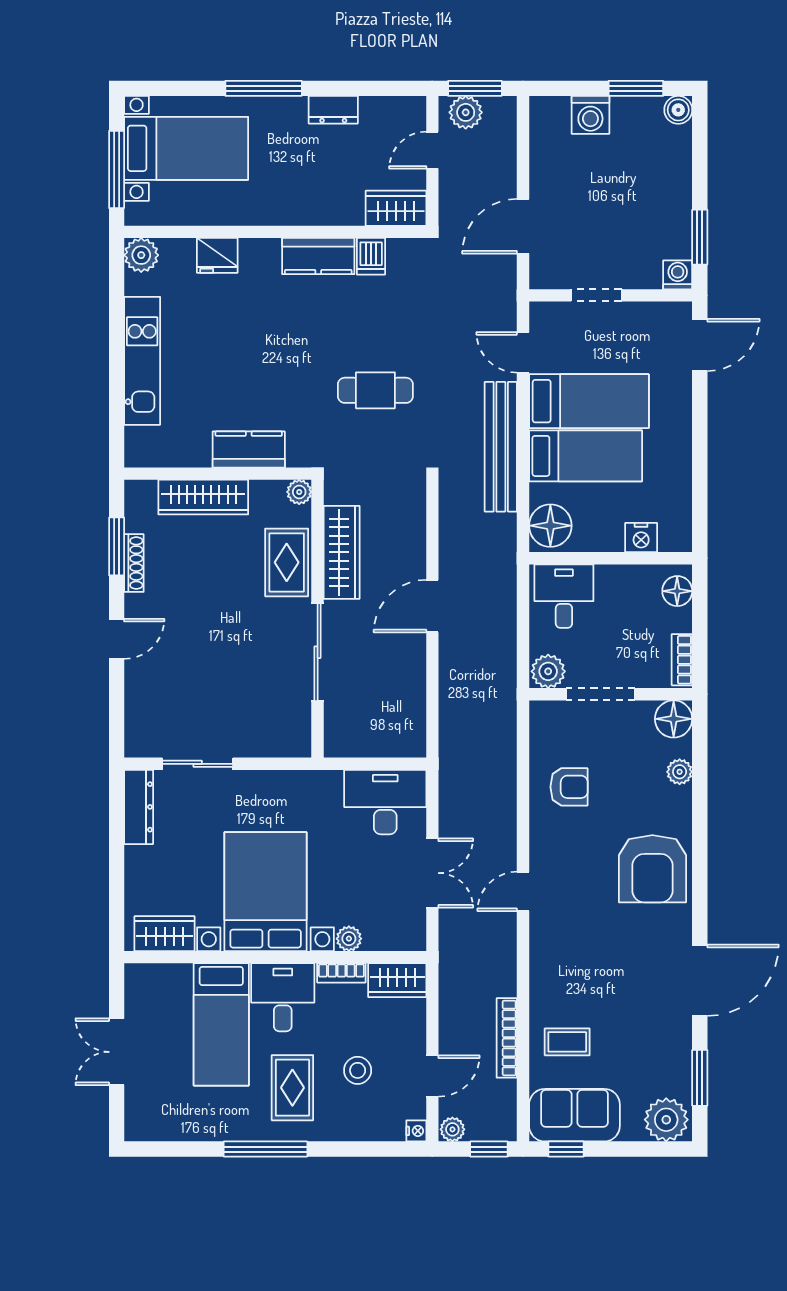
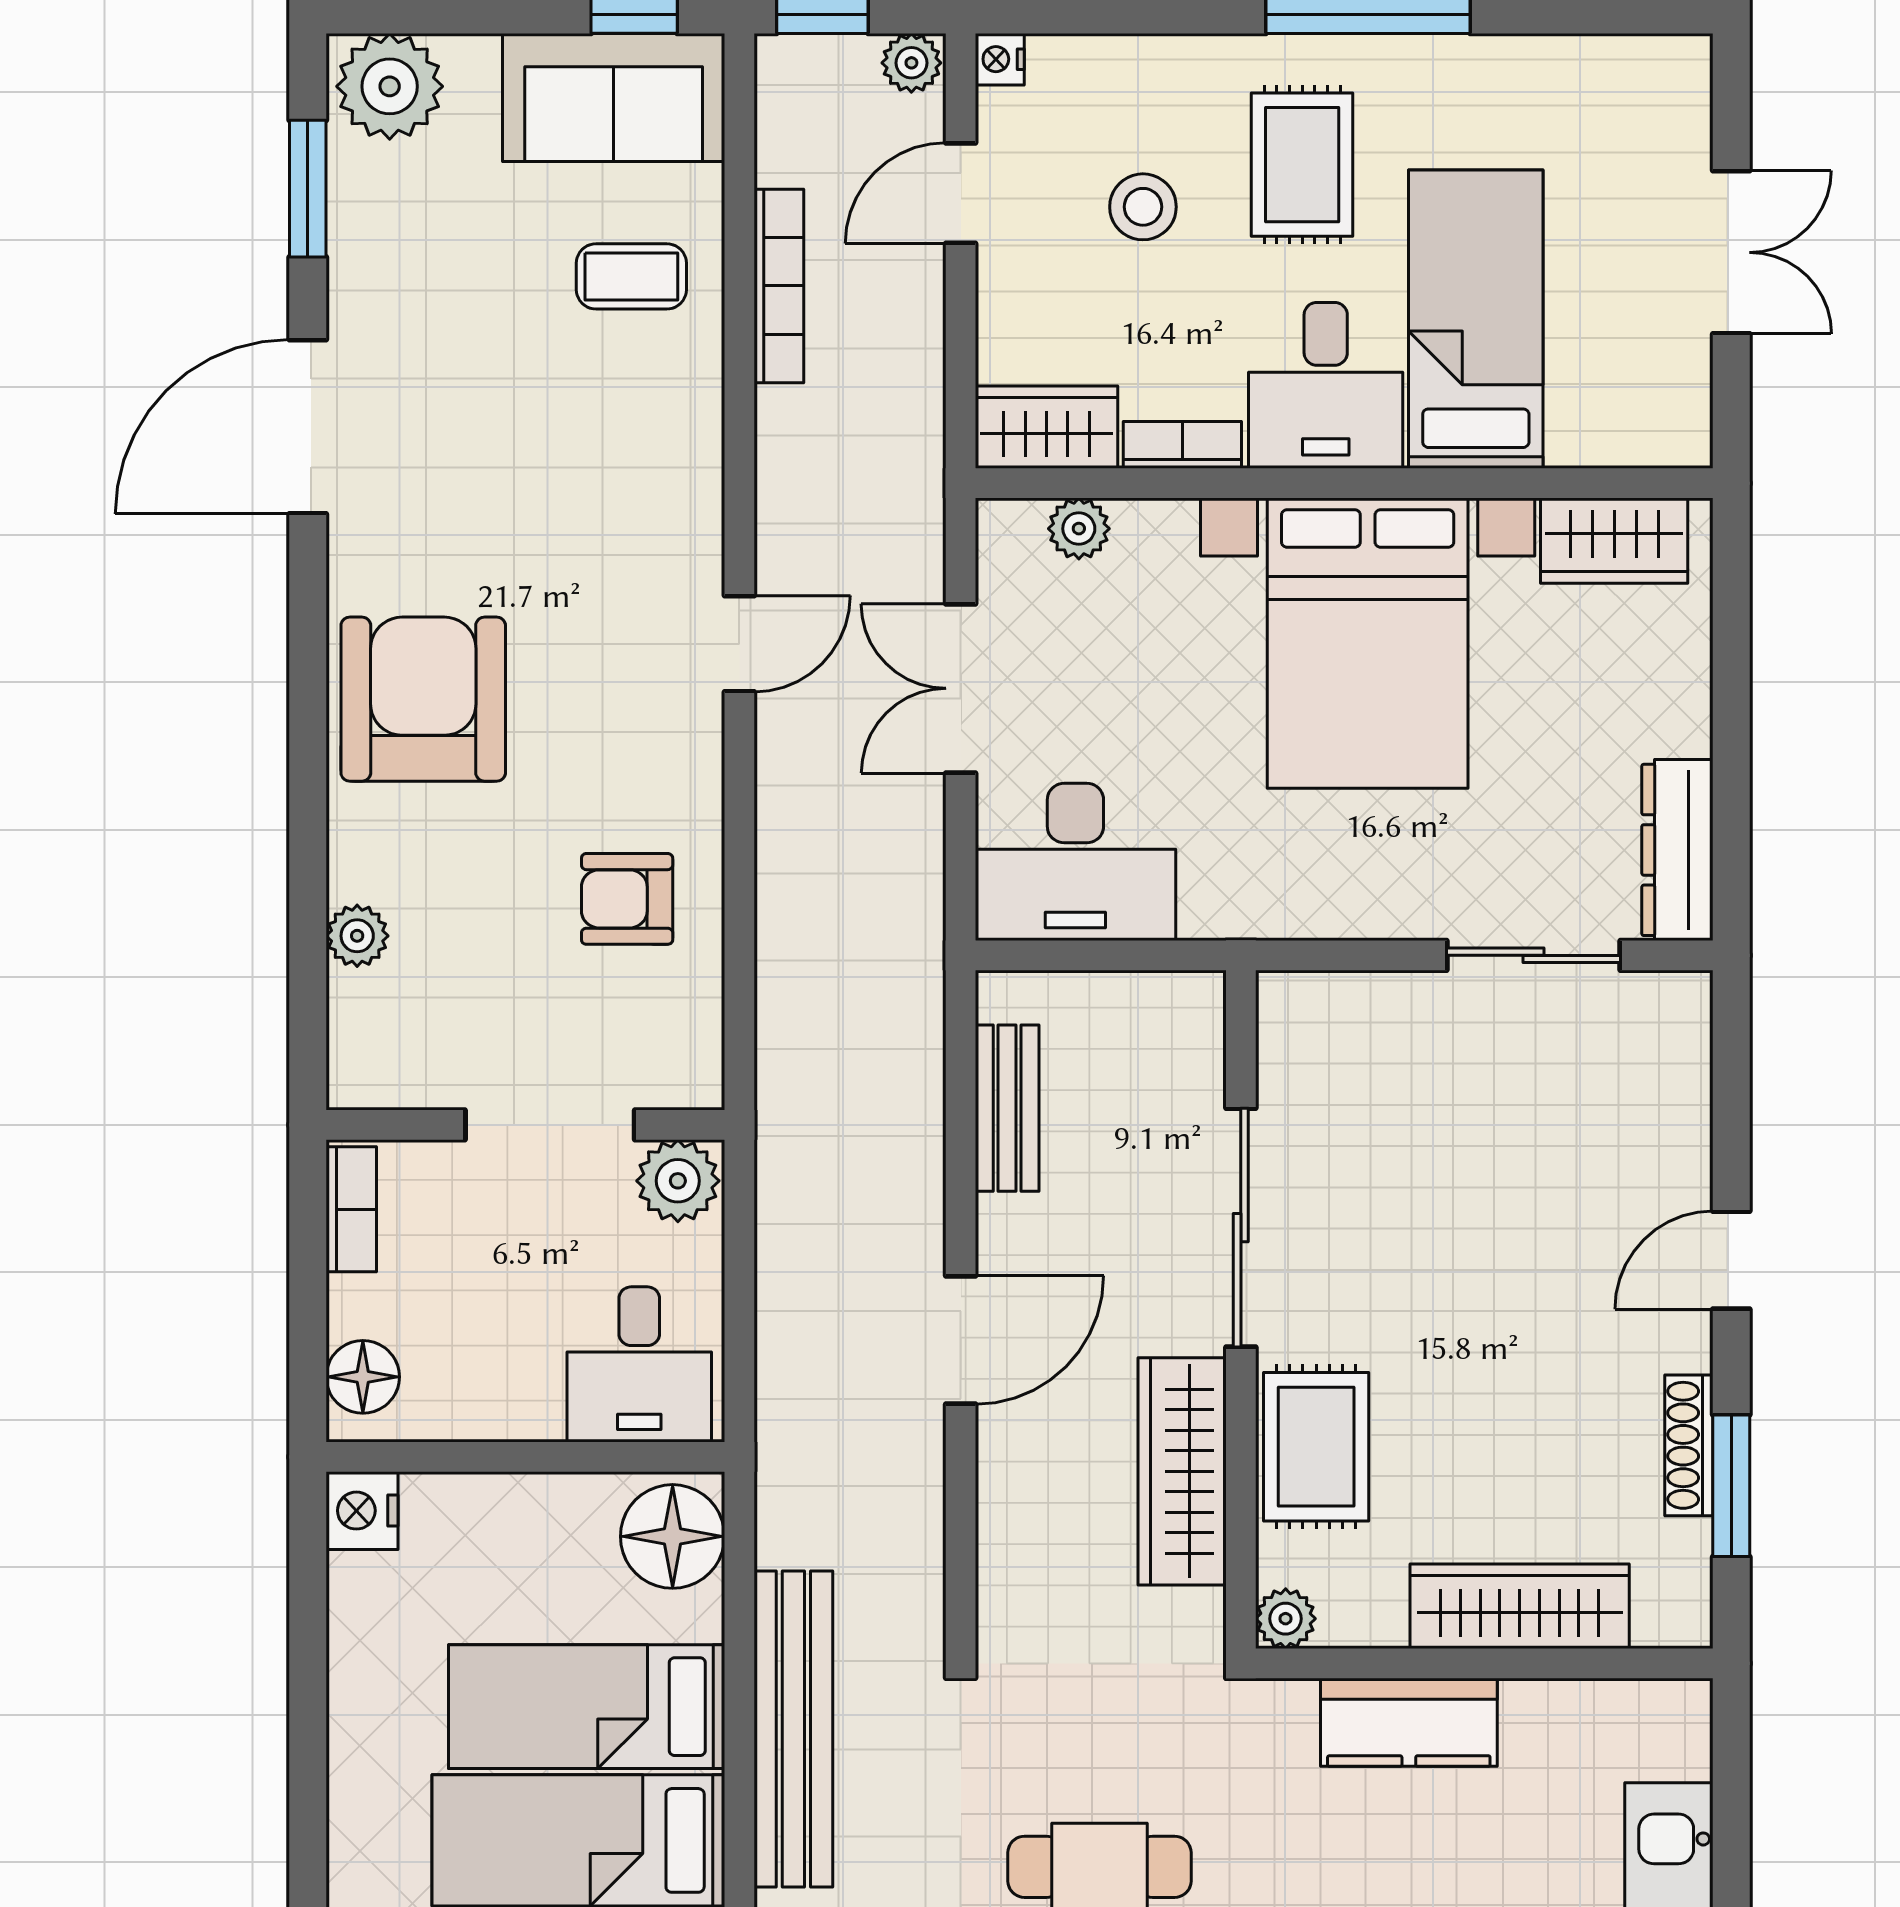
nightstand: (641, 538) -> (362, 1511), moved, turned -90
bench: (413, 701) -> (1007, 1108), added
floor lamp: (674, 719) -> (372, 1065), removed
plant: (349, 939) -> (1079, 529), moved

